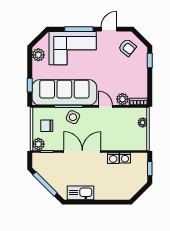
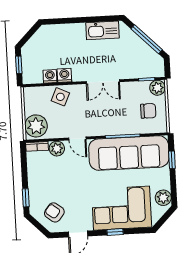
window: (79, 29) -> (115, 232), width x0.46
side table: (73, 117) -> (60, 97), moved
plant: (143, 123) -> (36, 126), width x1.88, depth x1.88
double door: (82, 151) -> (103, 82), width x0.73

